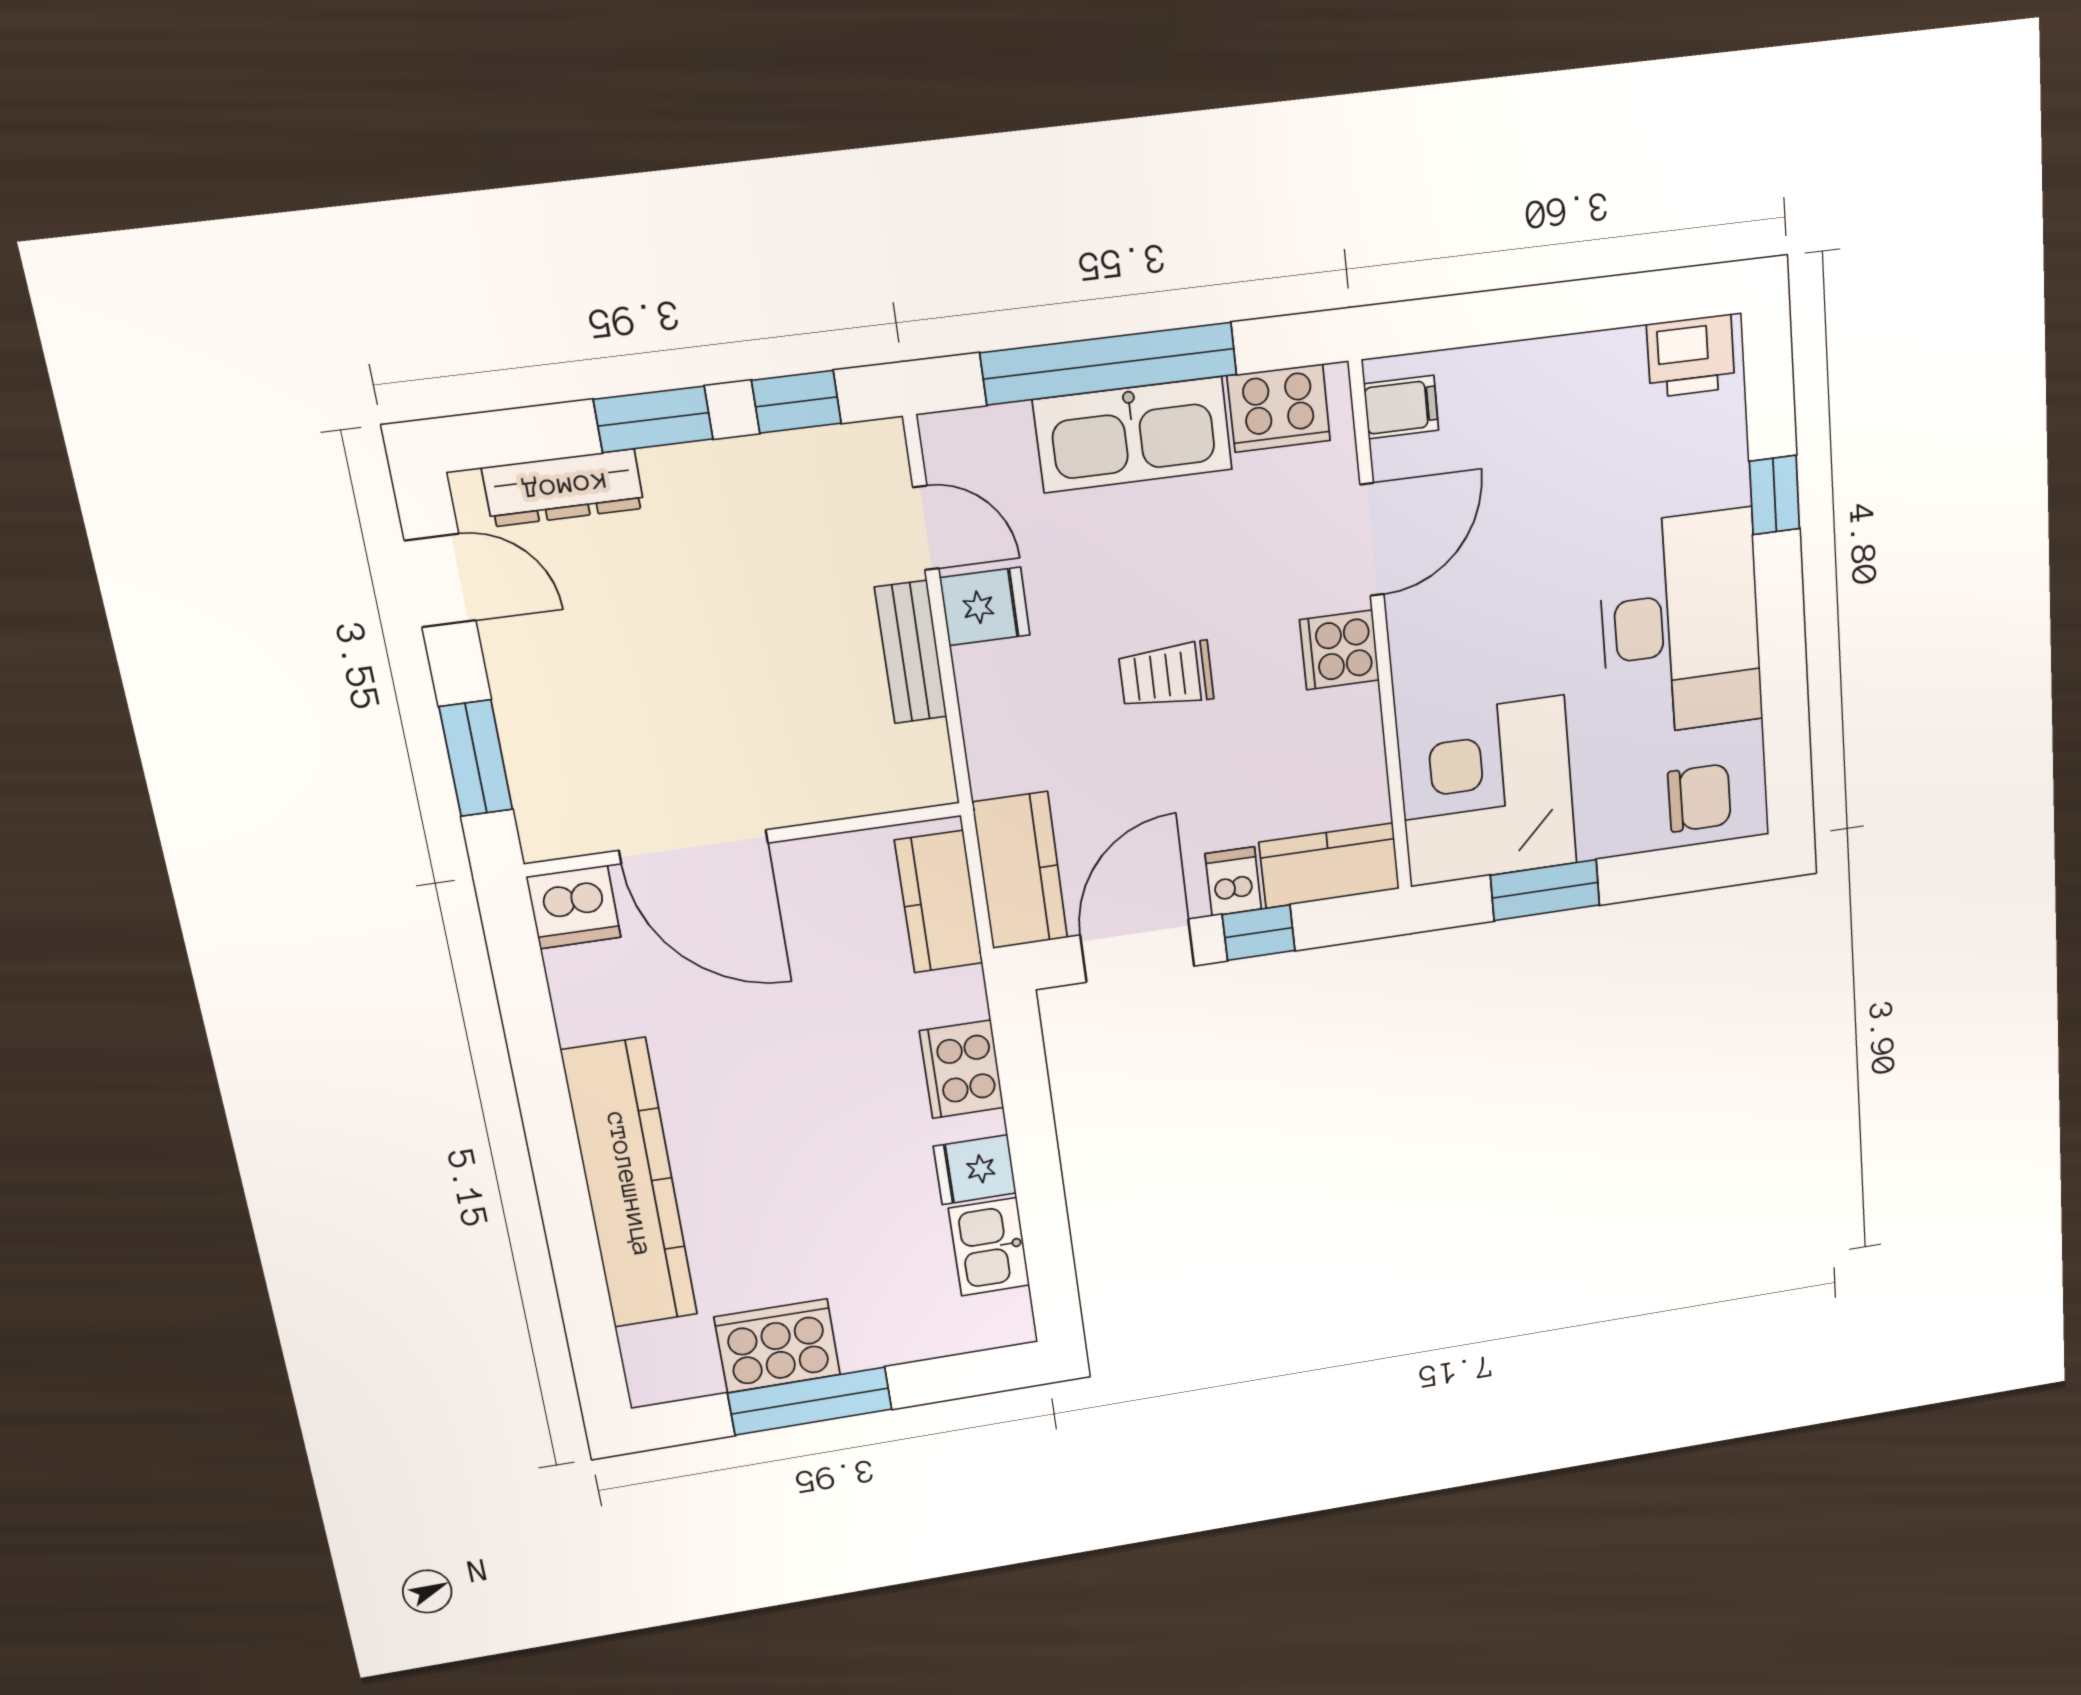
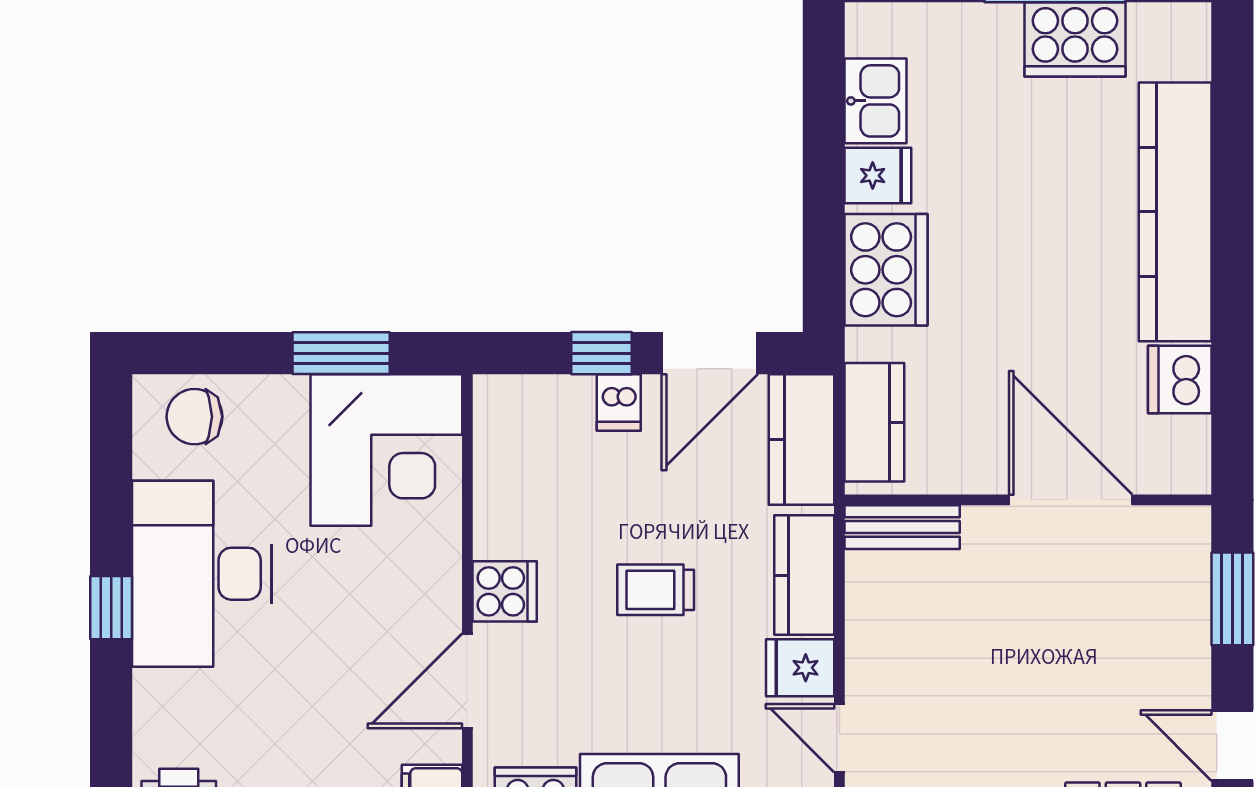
window: (1775, 495) -> (111, 608), moved
bench: (911, 652) -> (902, 527), moved, turned 90
trolley: (1166, 675) -> (656, 590), turned 180
kitchen counter: (1329, 866) -> (804, 575), moved, turned 90
dishwasher: (574, 907) -> (1180, 379), moved, turned -90
cooker: (962, 1069) -> (886, 270), width x1.37, depth x1.31

